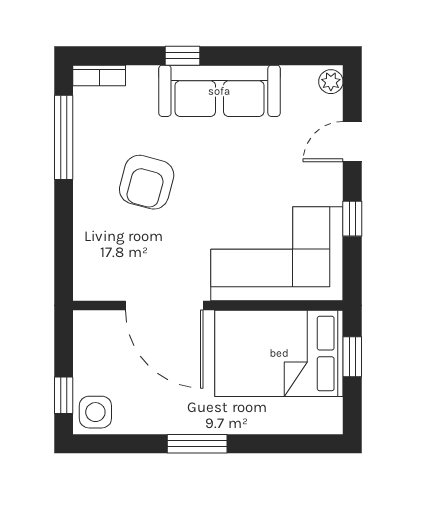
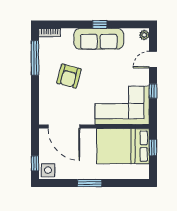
window: (182, 56) -> (100, 24), moved
door: (164, 306) -> (64, 127), moved

